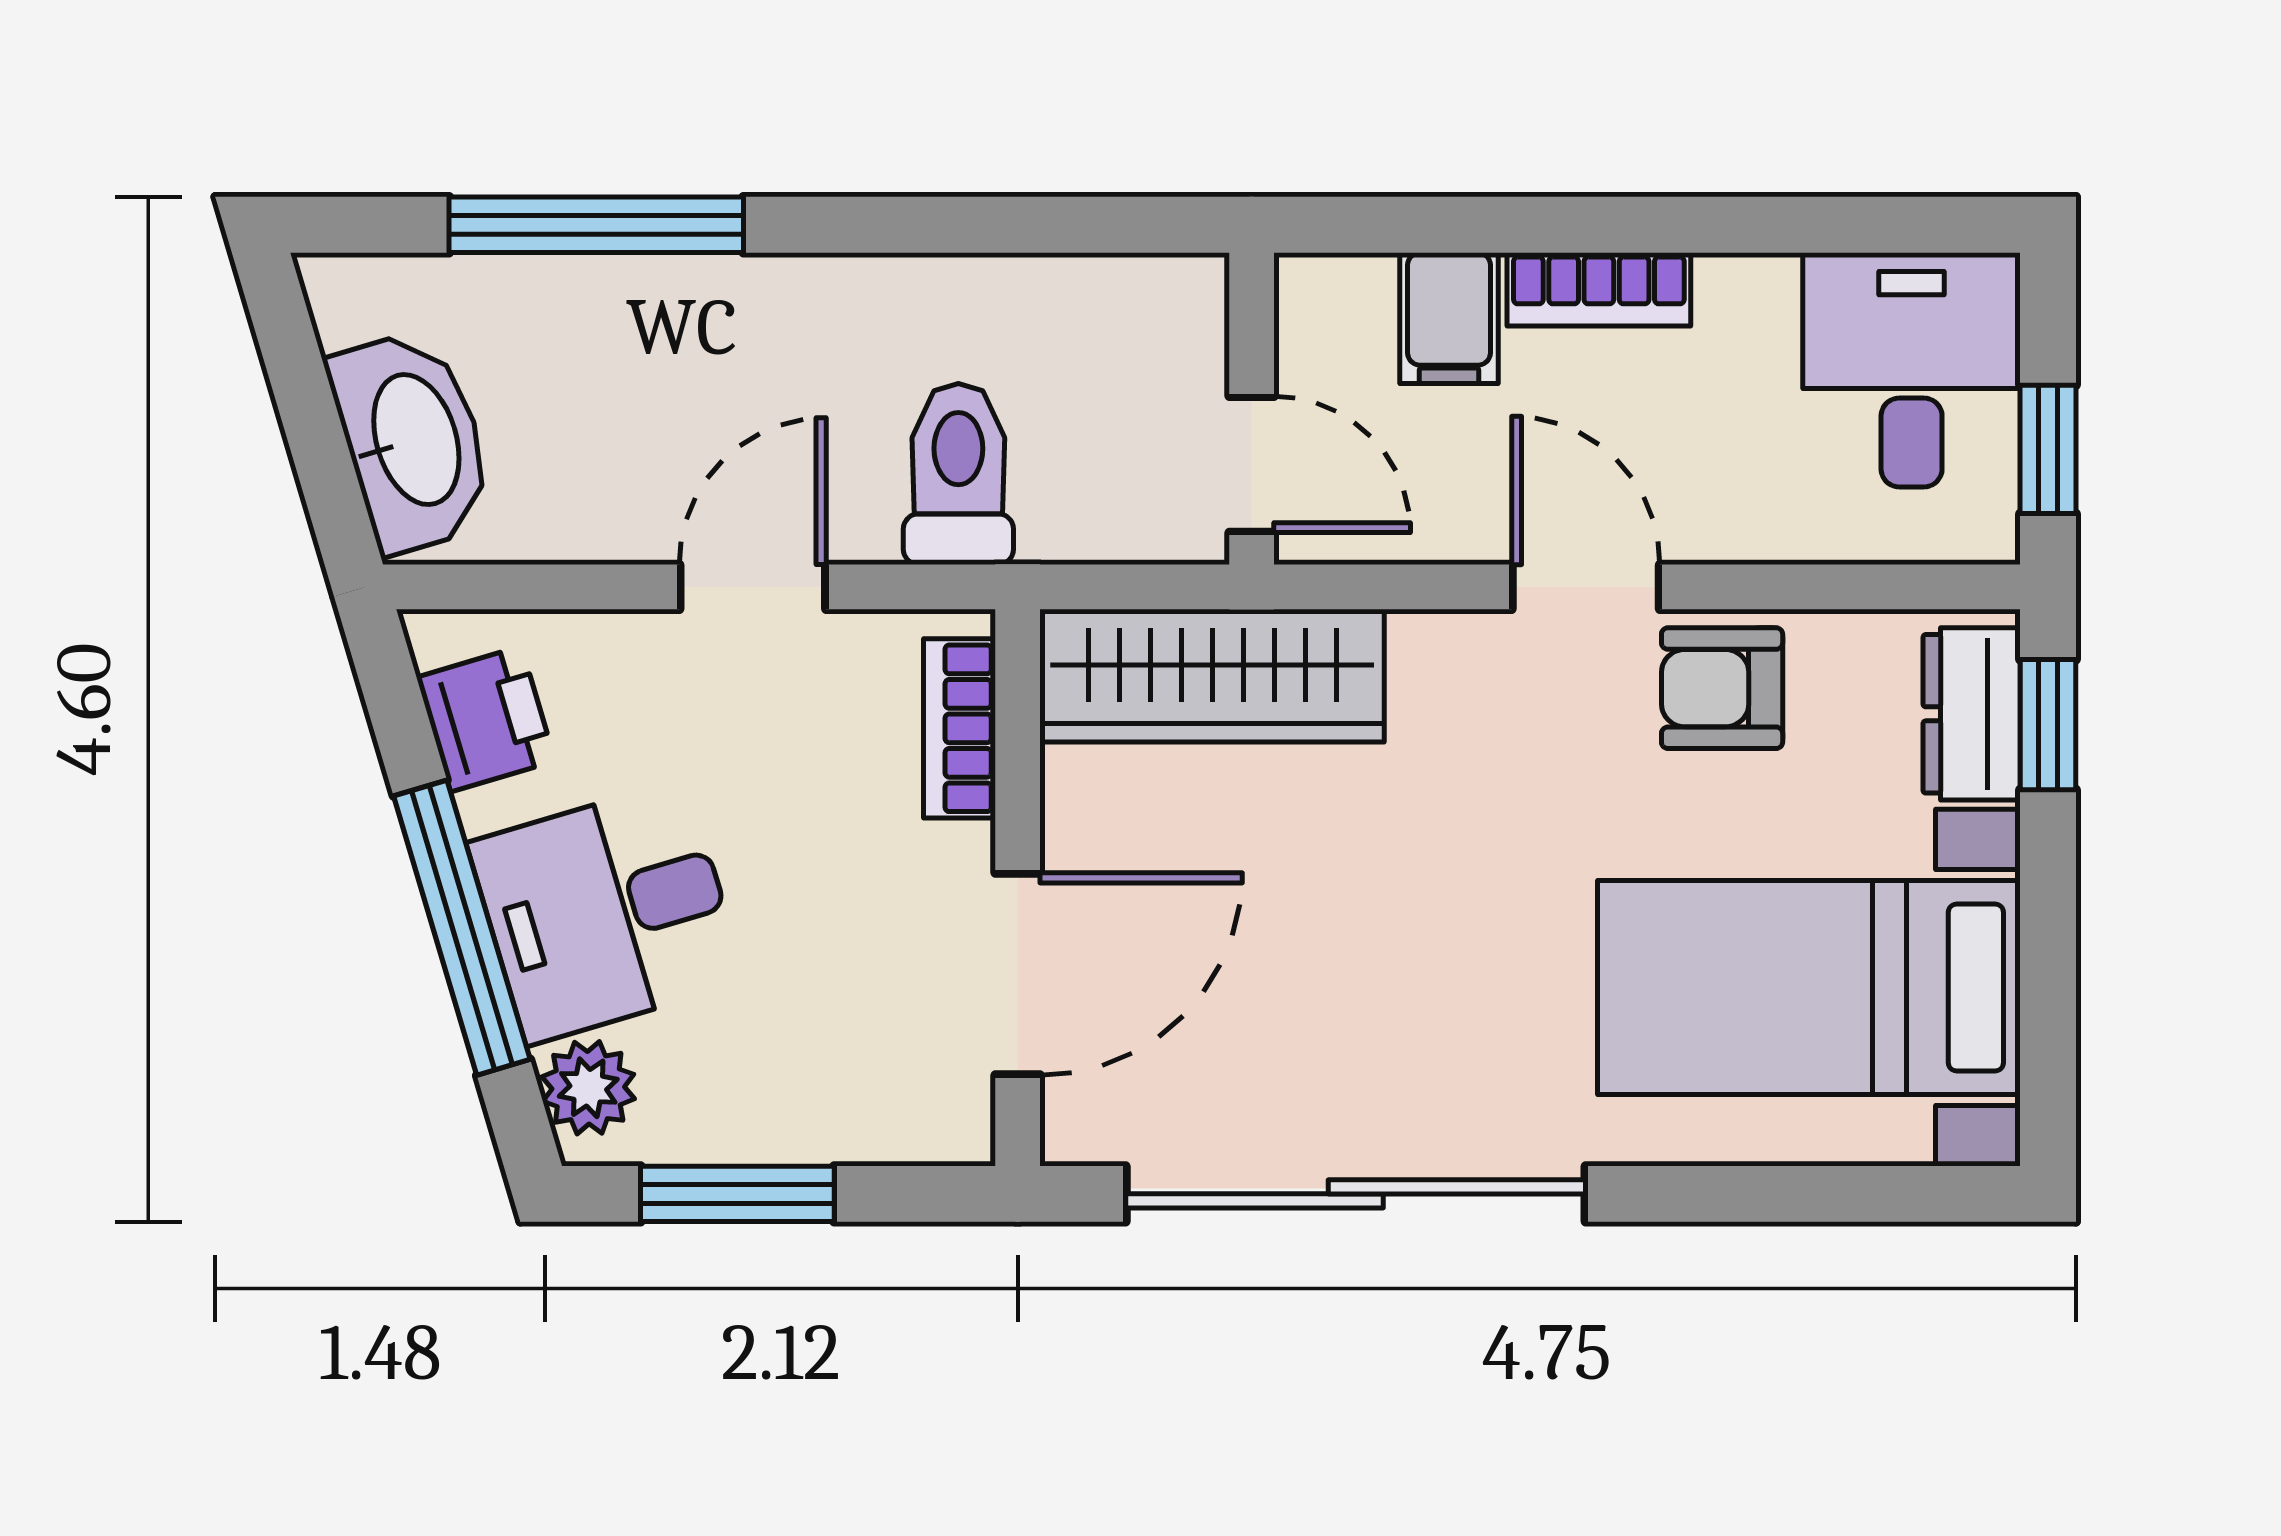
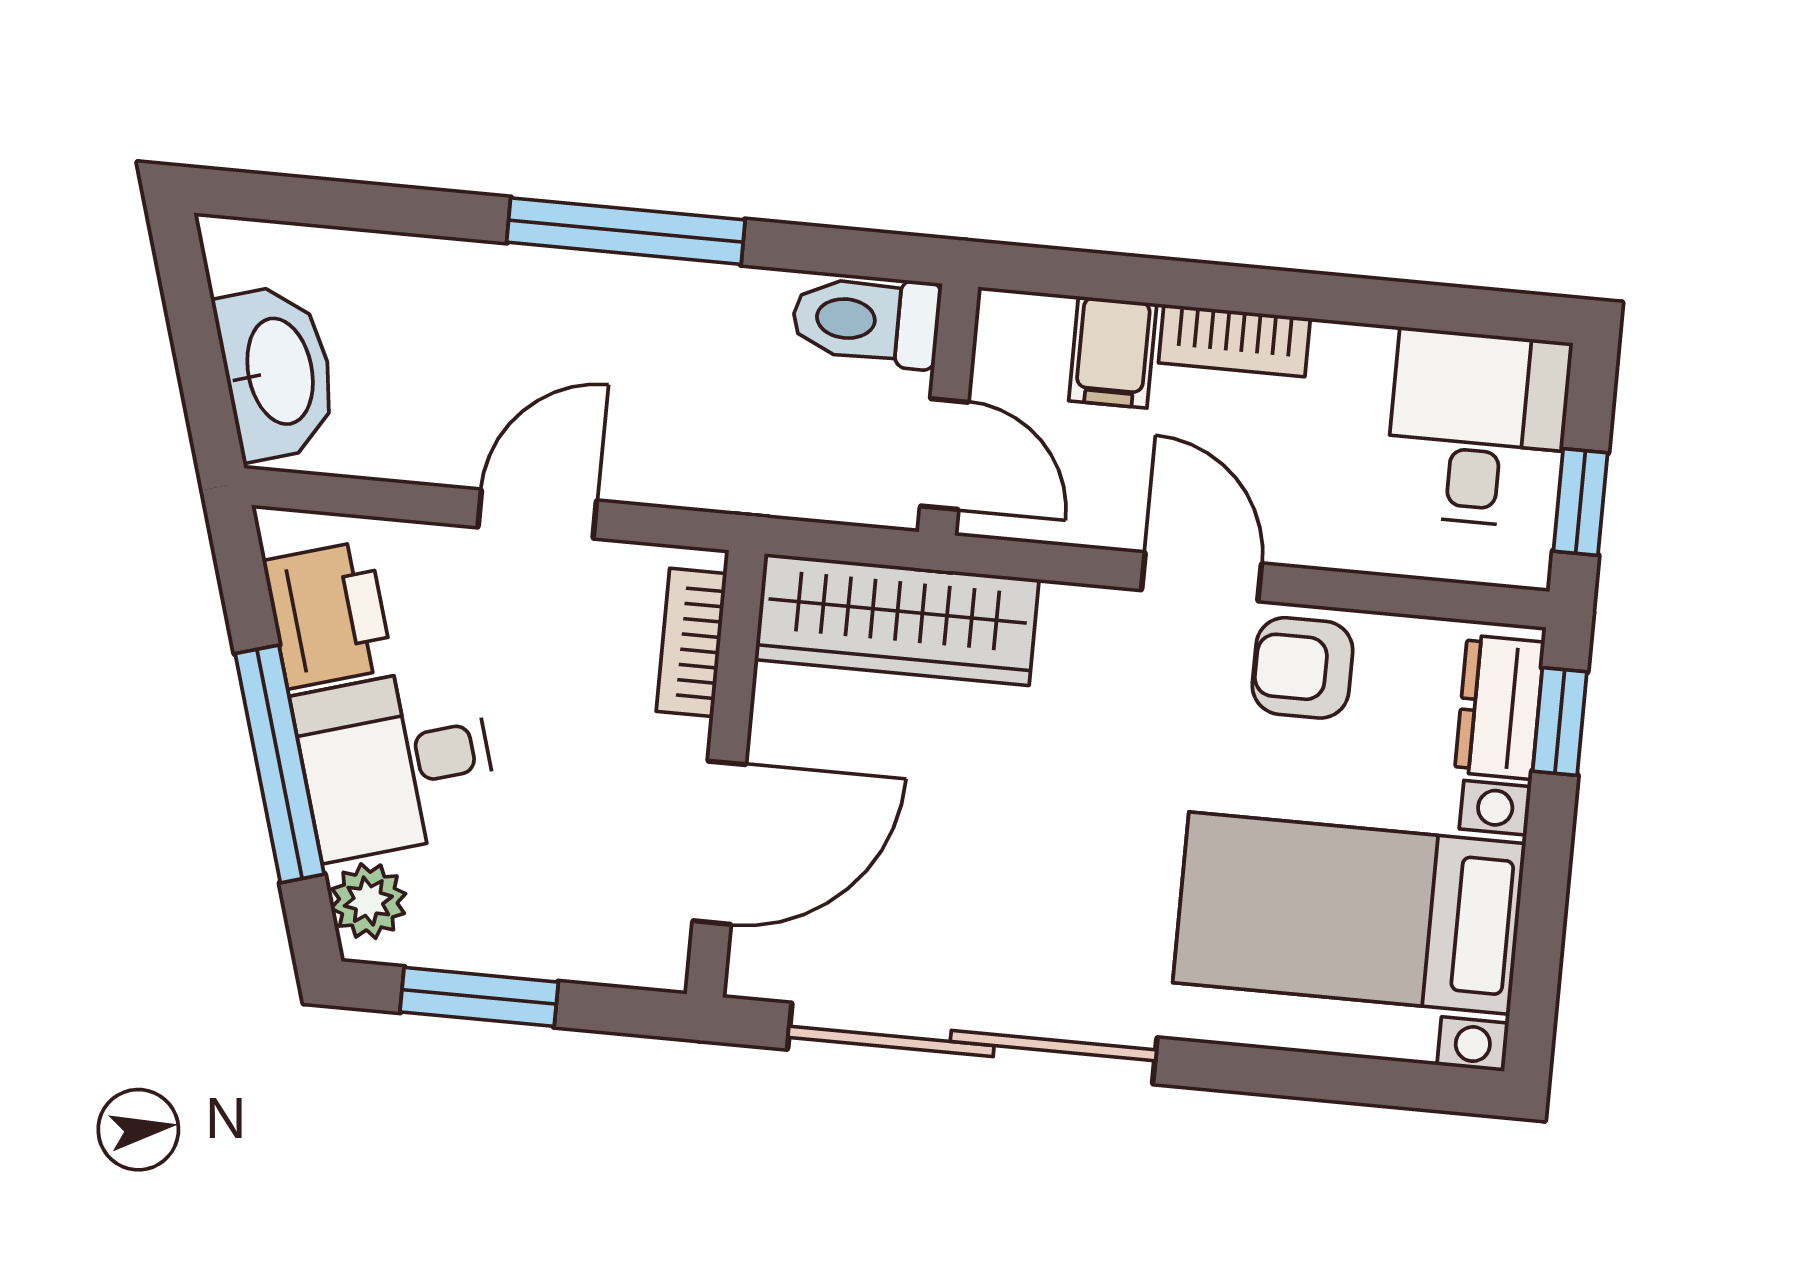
window: (596, 225) -> (626, 231), moved
toilet: (958, 474) -> (866, 320), moved, turned -90
printer: (486, 719) -> (328, 614), width x1.36, depth x1.24

